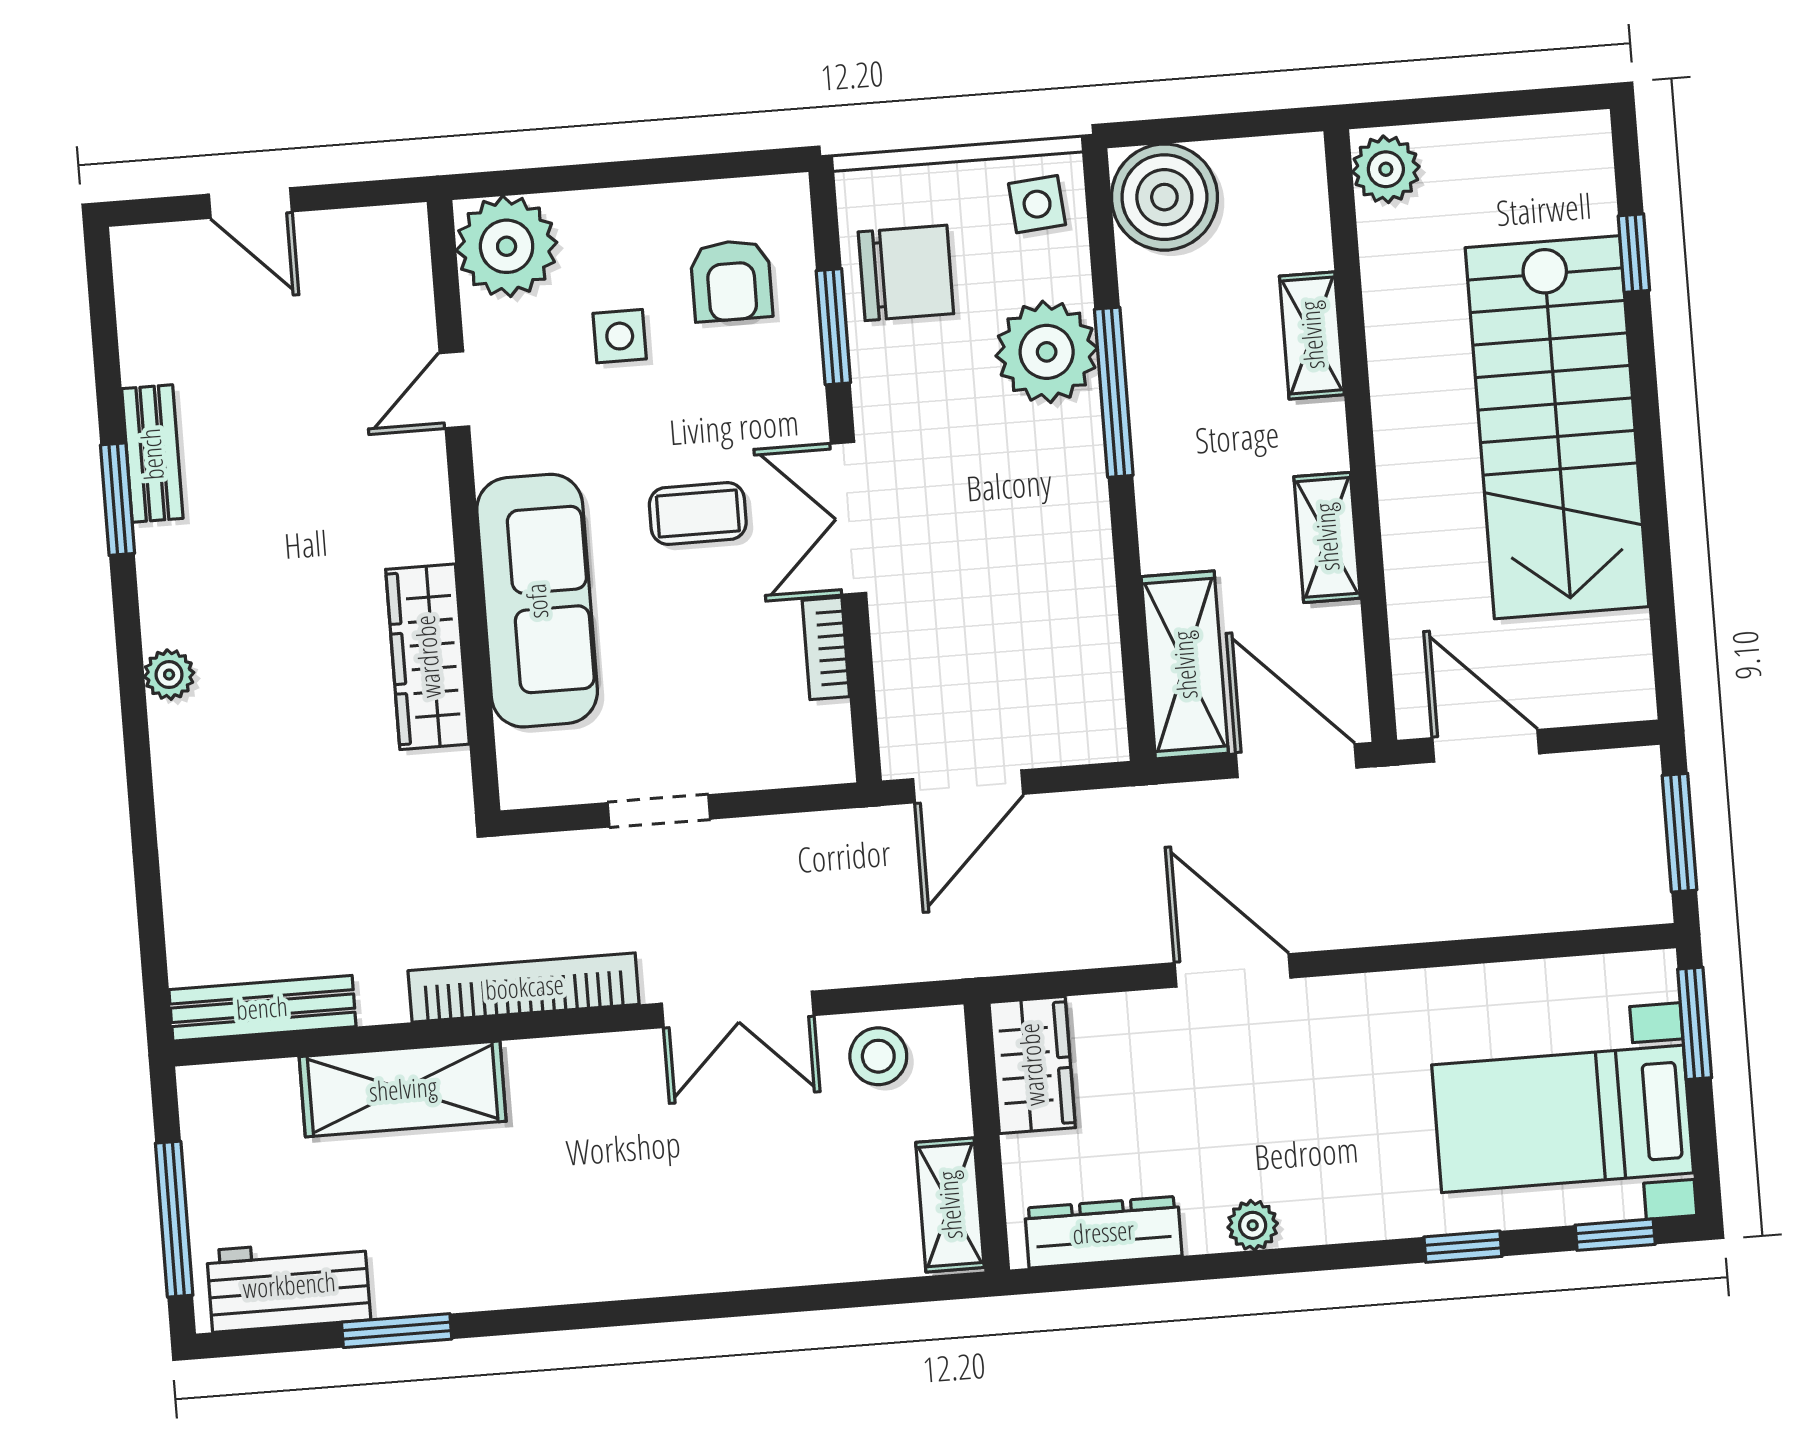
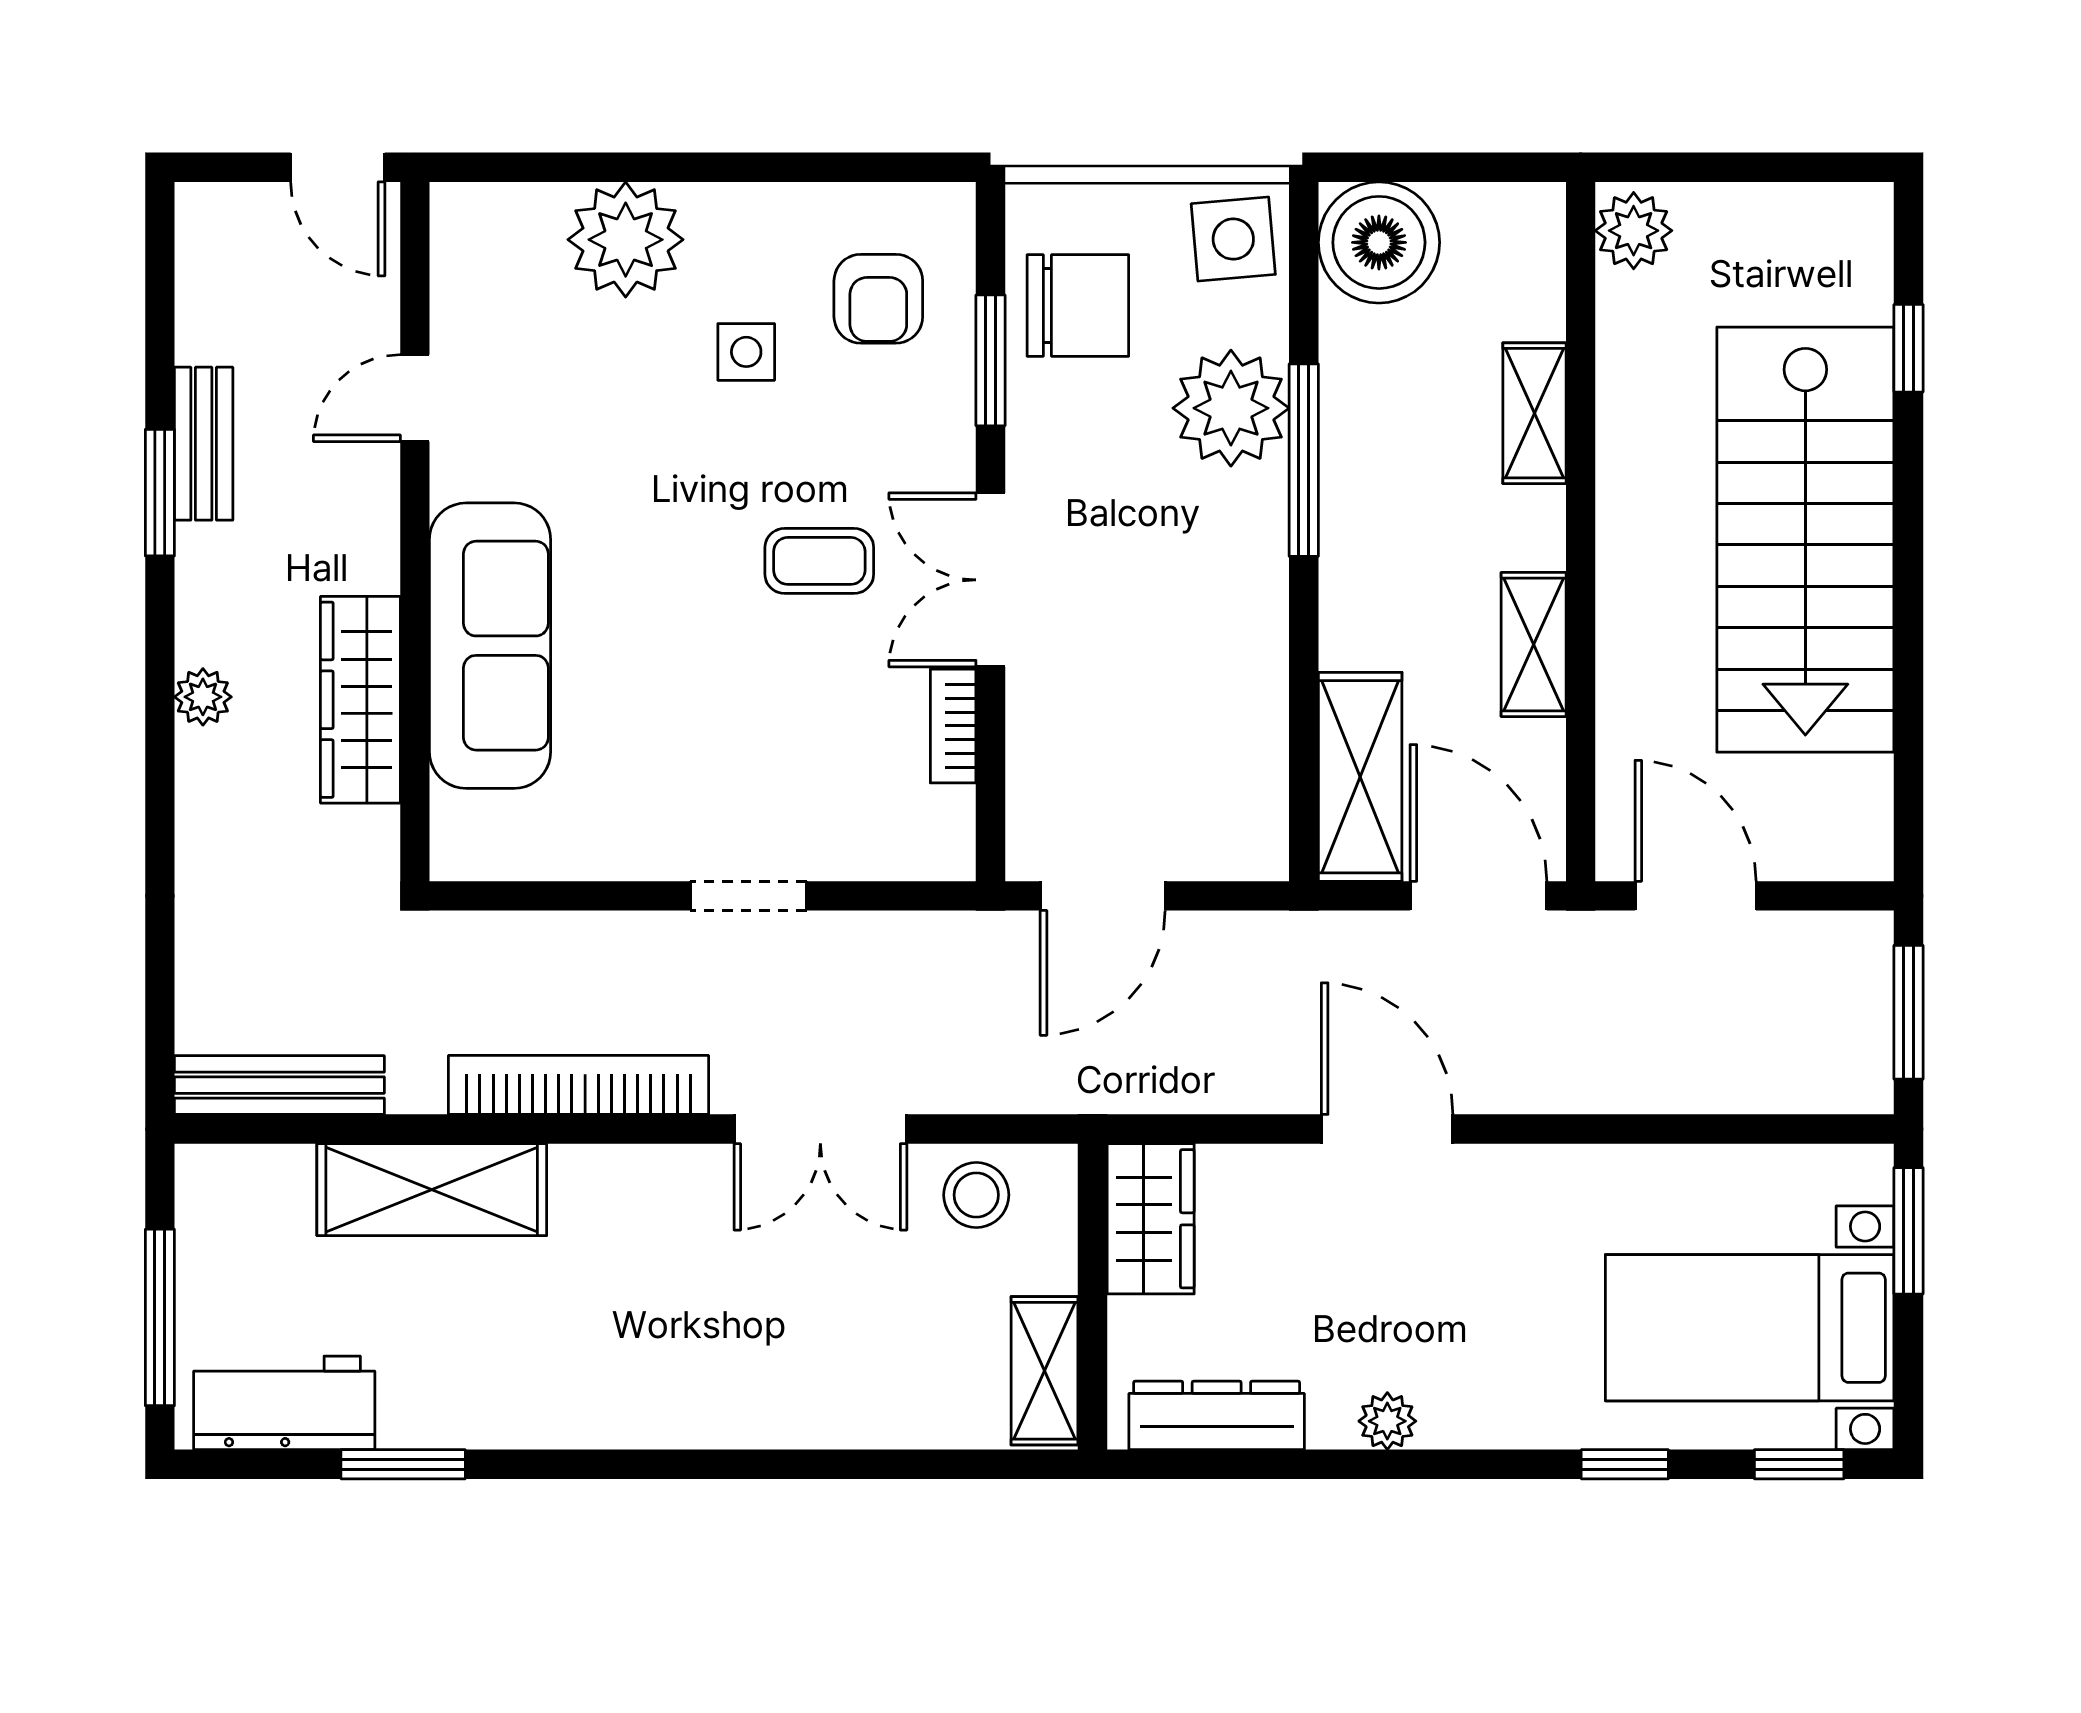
side table: (1037, 204) -> (1233, 239), width x1.37, depth x1.37
door: (454, 390) -> (415, 398), moved
wall: (464, 506) -> (415, 532), moved
sofa: (537, 601) -> (490, 646), moved
wardrobe: (428, 657) -> (360, 700), moved

